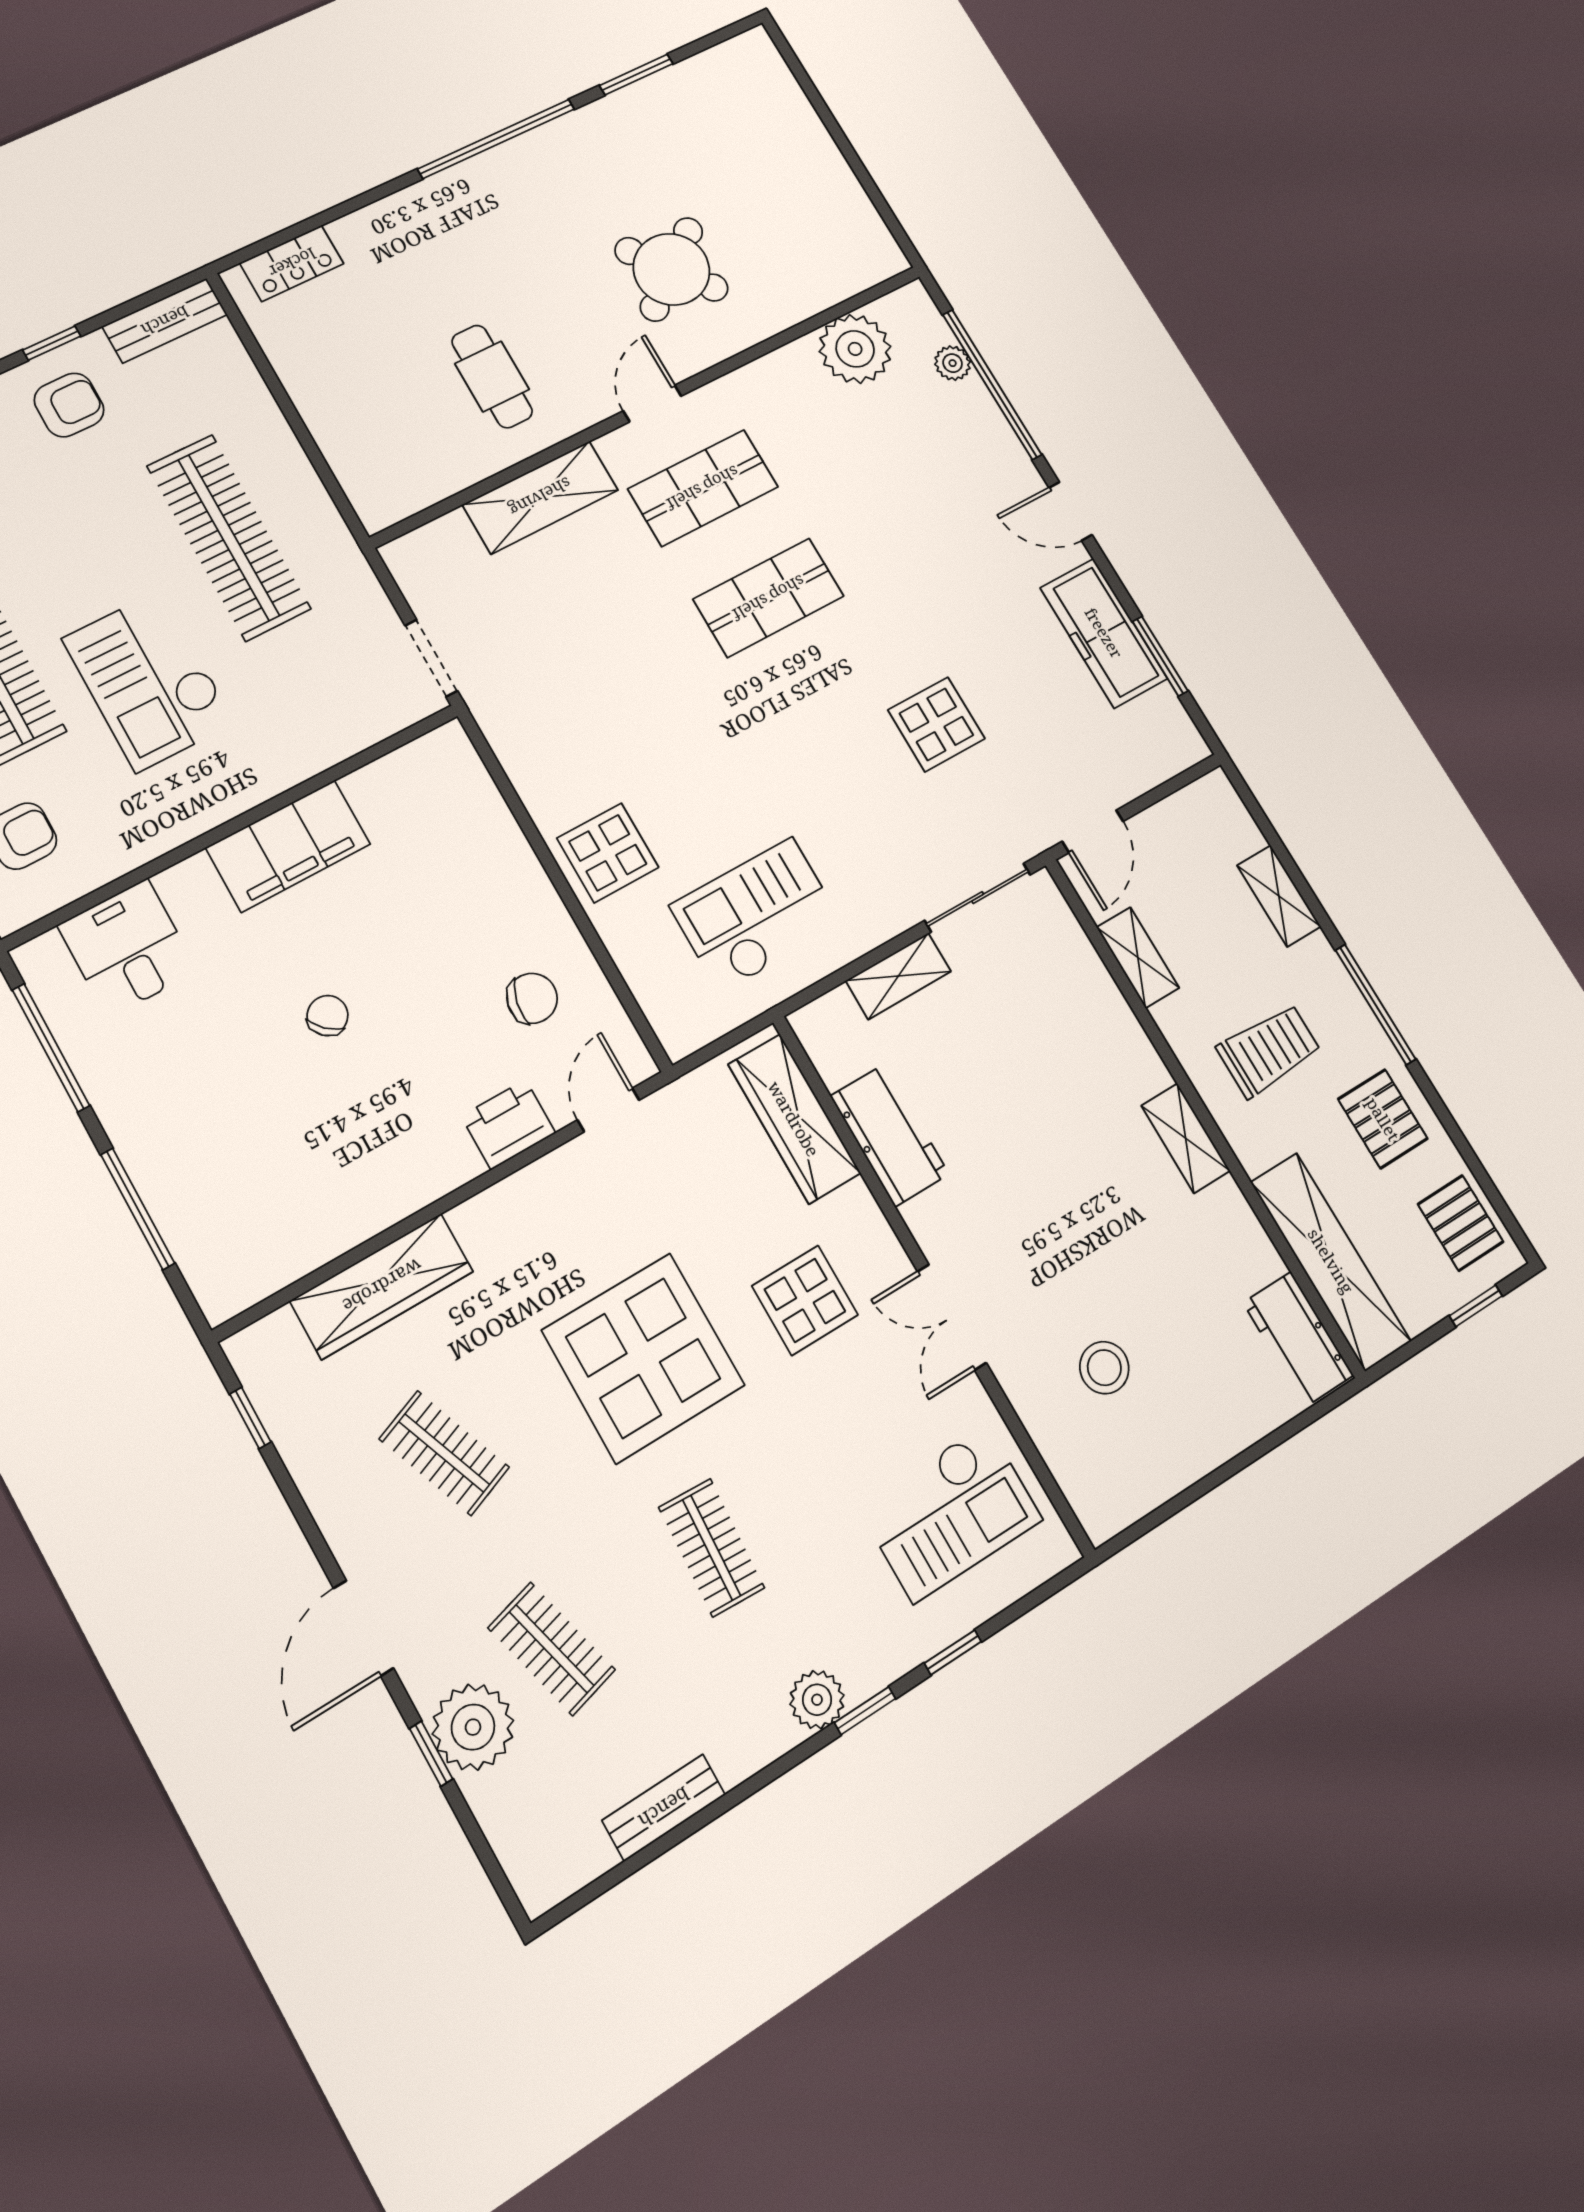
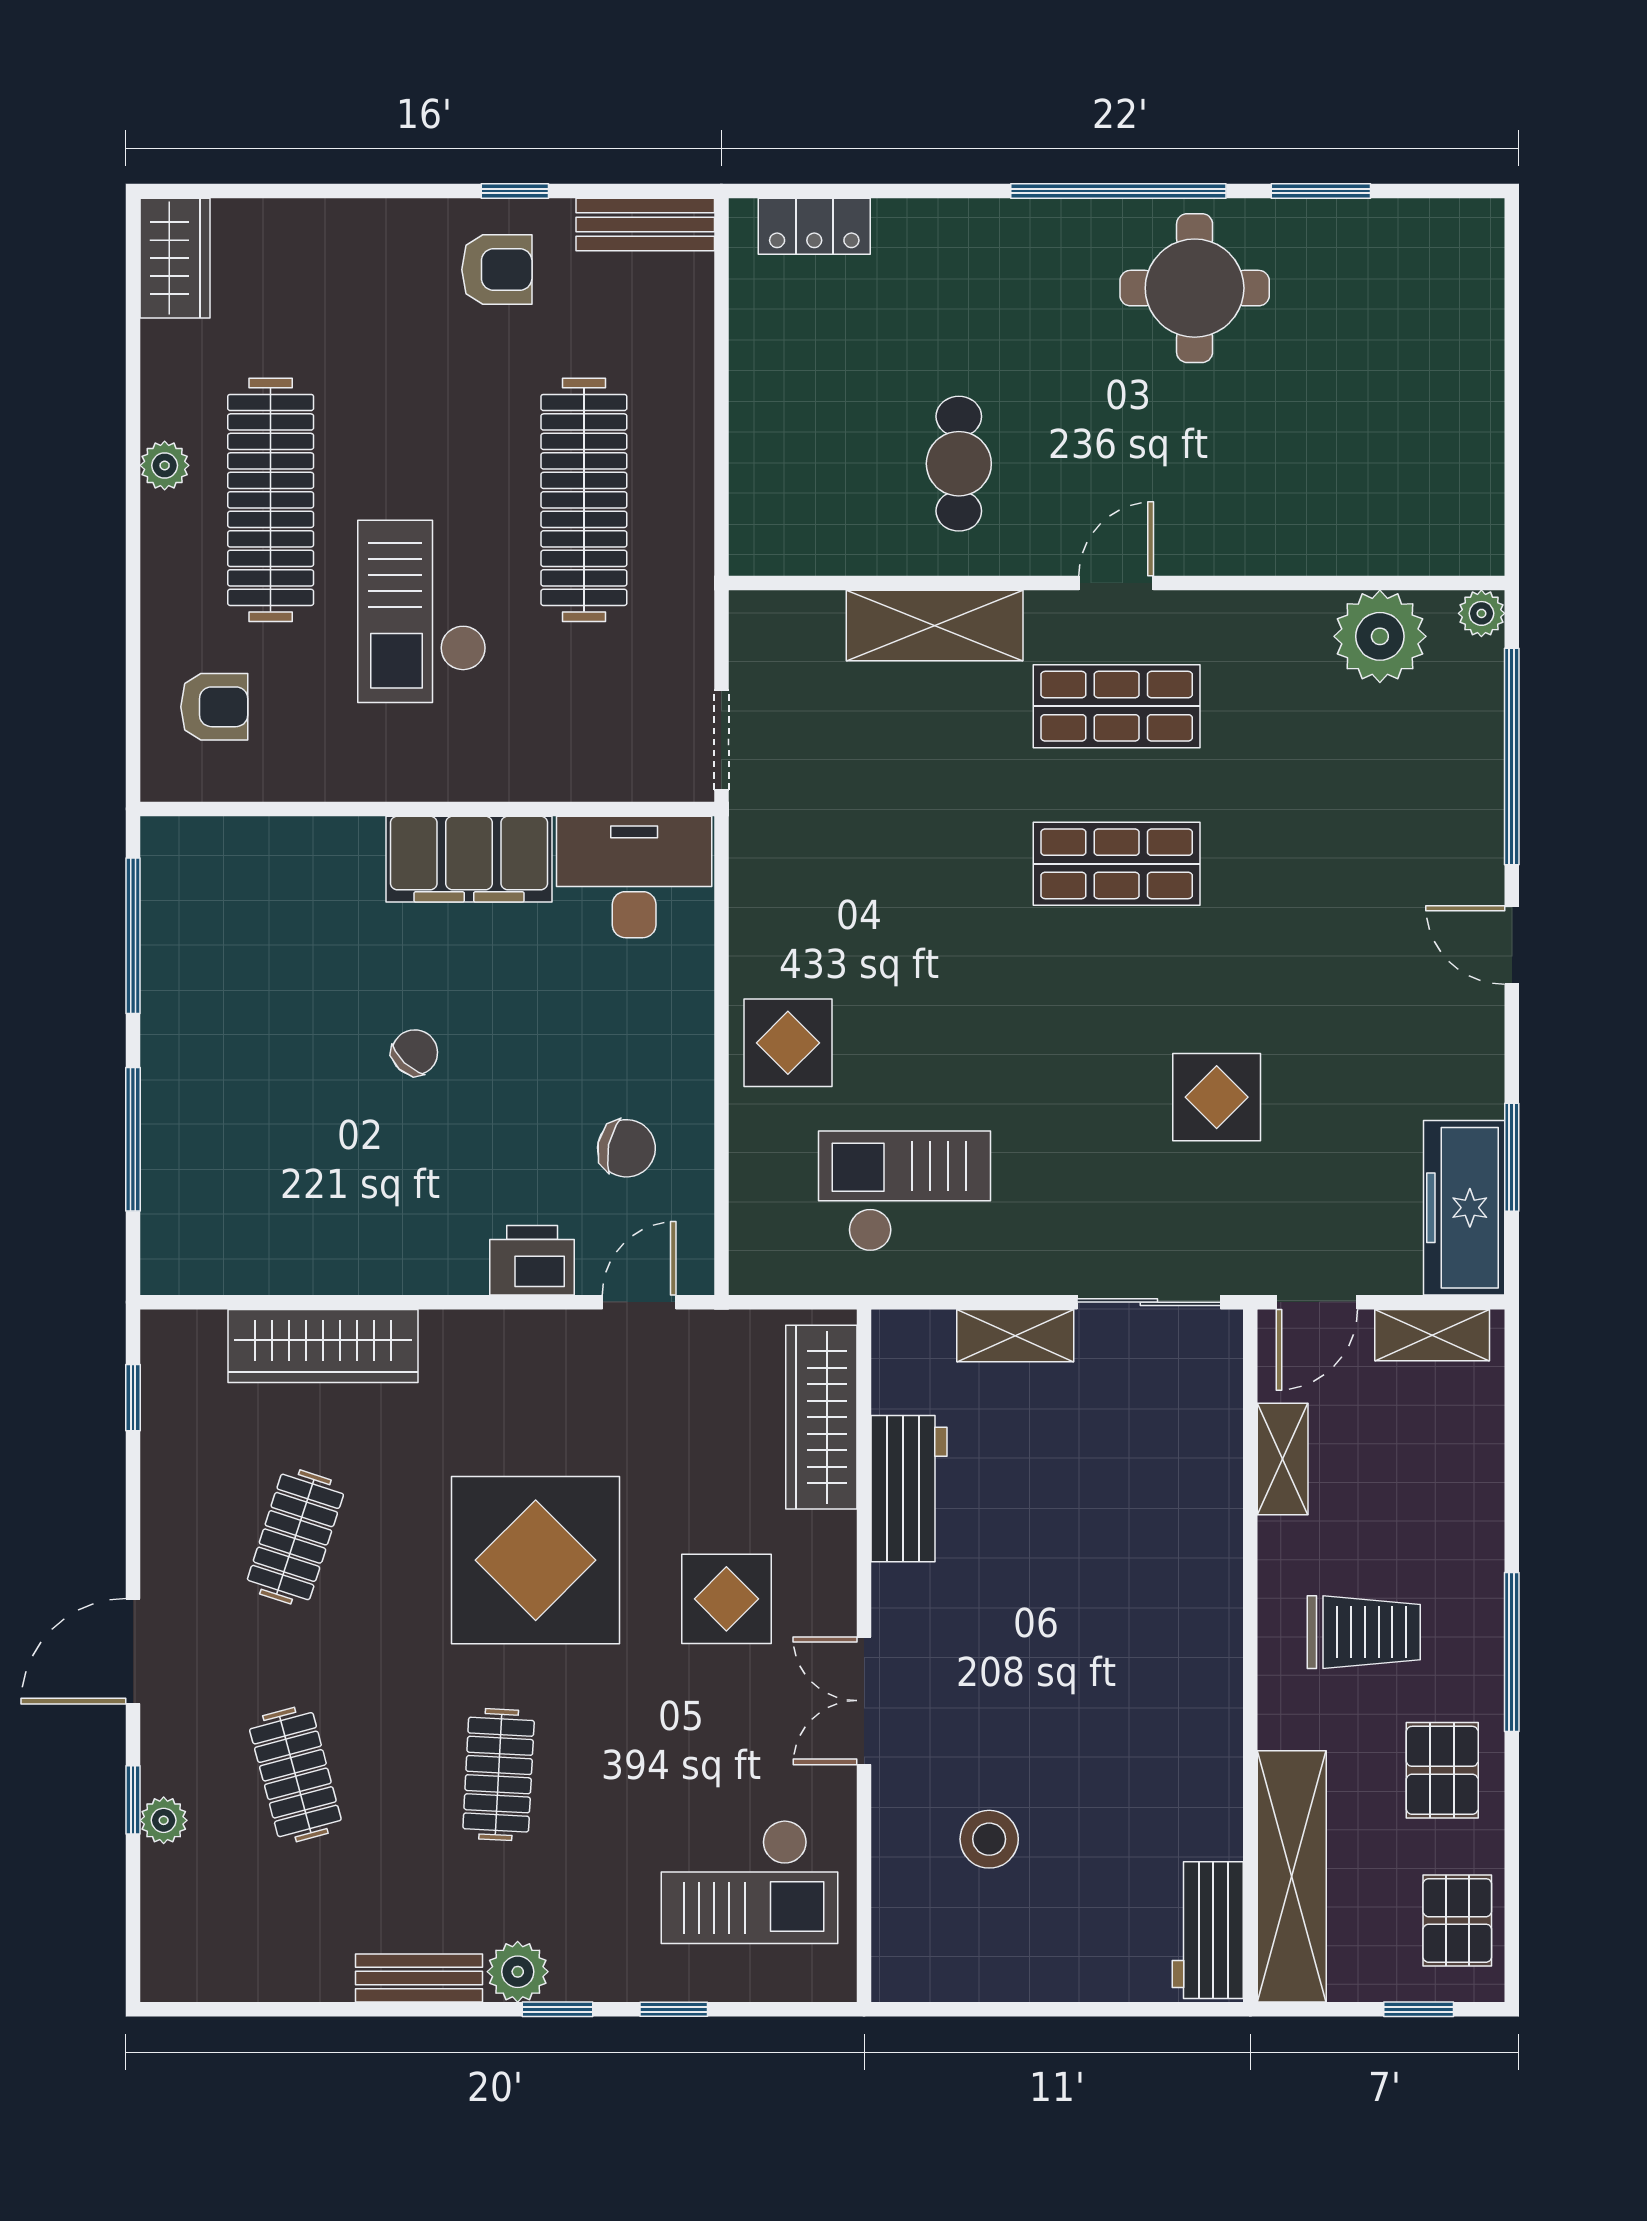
round table: (671, 269) -> (1195, 288), moved, turned 38
plant: (953, 363) -> (1481, 613), moved
freezer: (1104, 633) -> (1464, 1208), moved
shelving: (1279, 896) -> (1432, 1335), moved, turned 90
desk: (128, 948) -> (634, 877), moved, width x1.37
shelving: (1186, 1138) -> (1217, 1668), removed
clothes rail: (444, 1453) -> (295, 1537), turned 39
plant: (473, 1727) -> (164, 1820), width x0.53, depth x0.53
bench: (664, 1808) -> (419, 1978), moved

